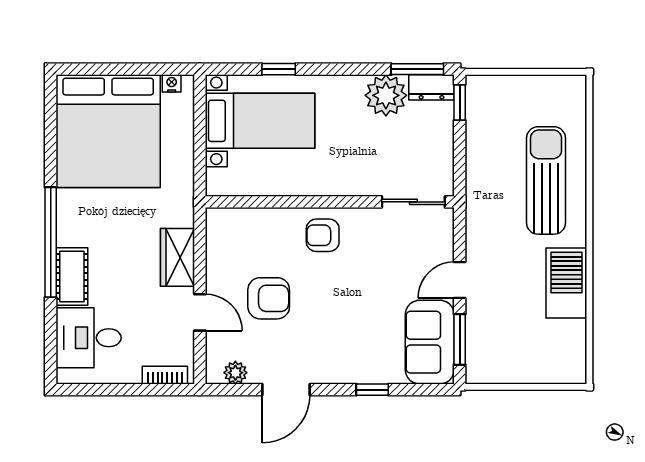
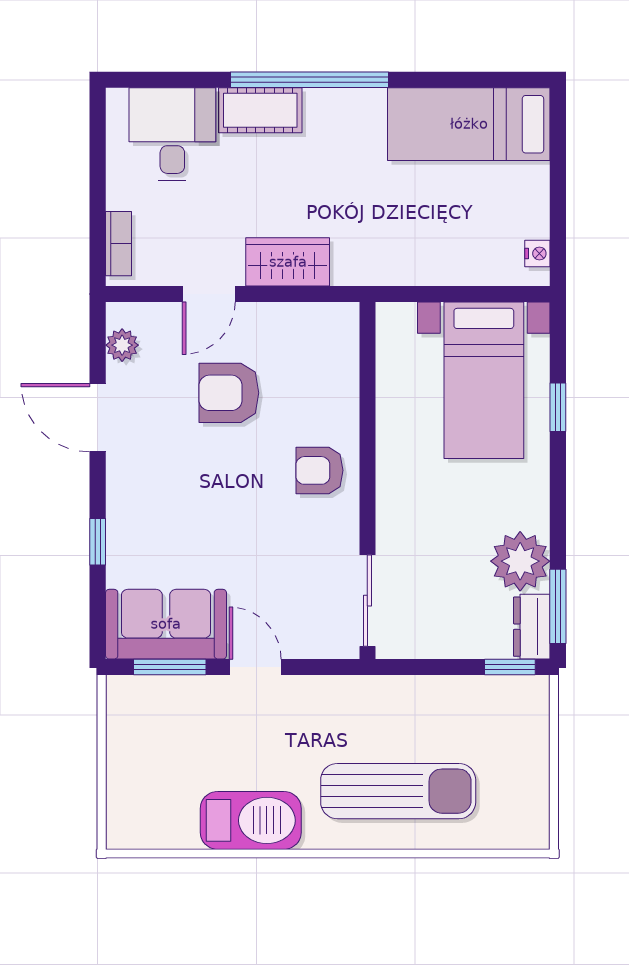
bed: (108, 131) -> (469, 124), width x0.49
armchair: (323, 235) -> (319, 470), turned -90
armchair: (269, 298) -> (229, 393), turned 90

